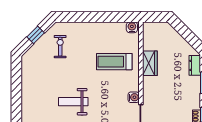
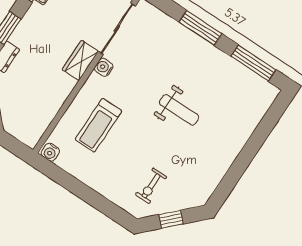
treadmill: (114, 62) -> (98, 125), turned 90
wardrobe: (150, 63) -> (80, 61), moved

